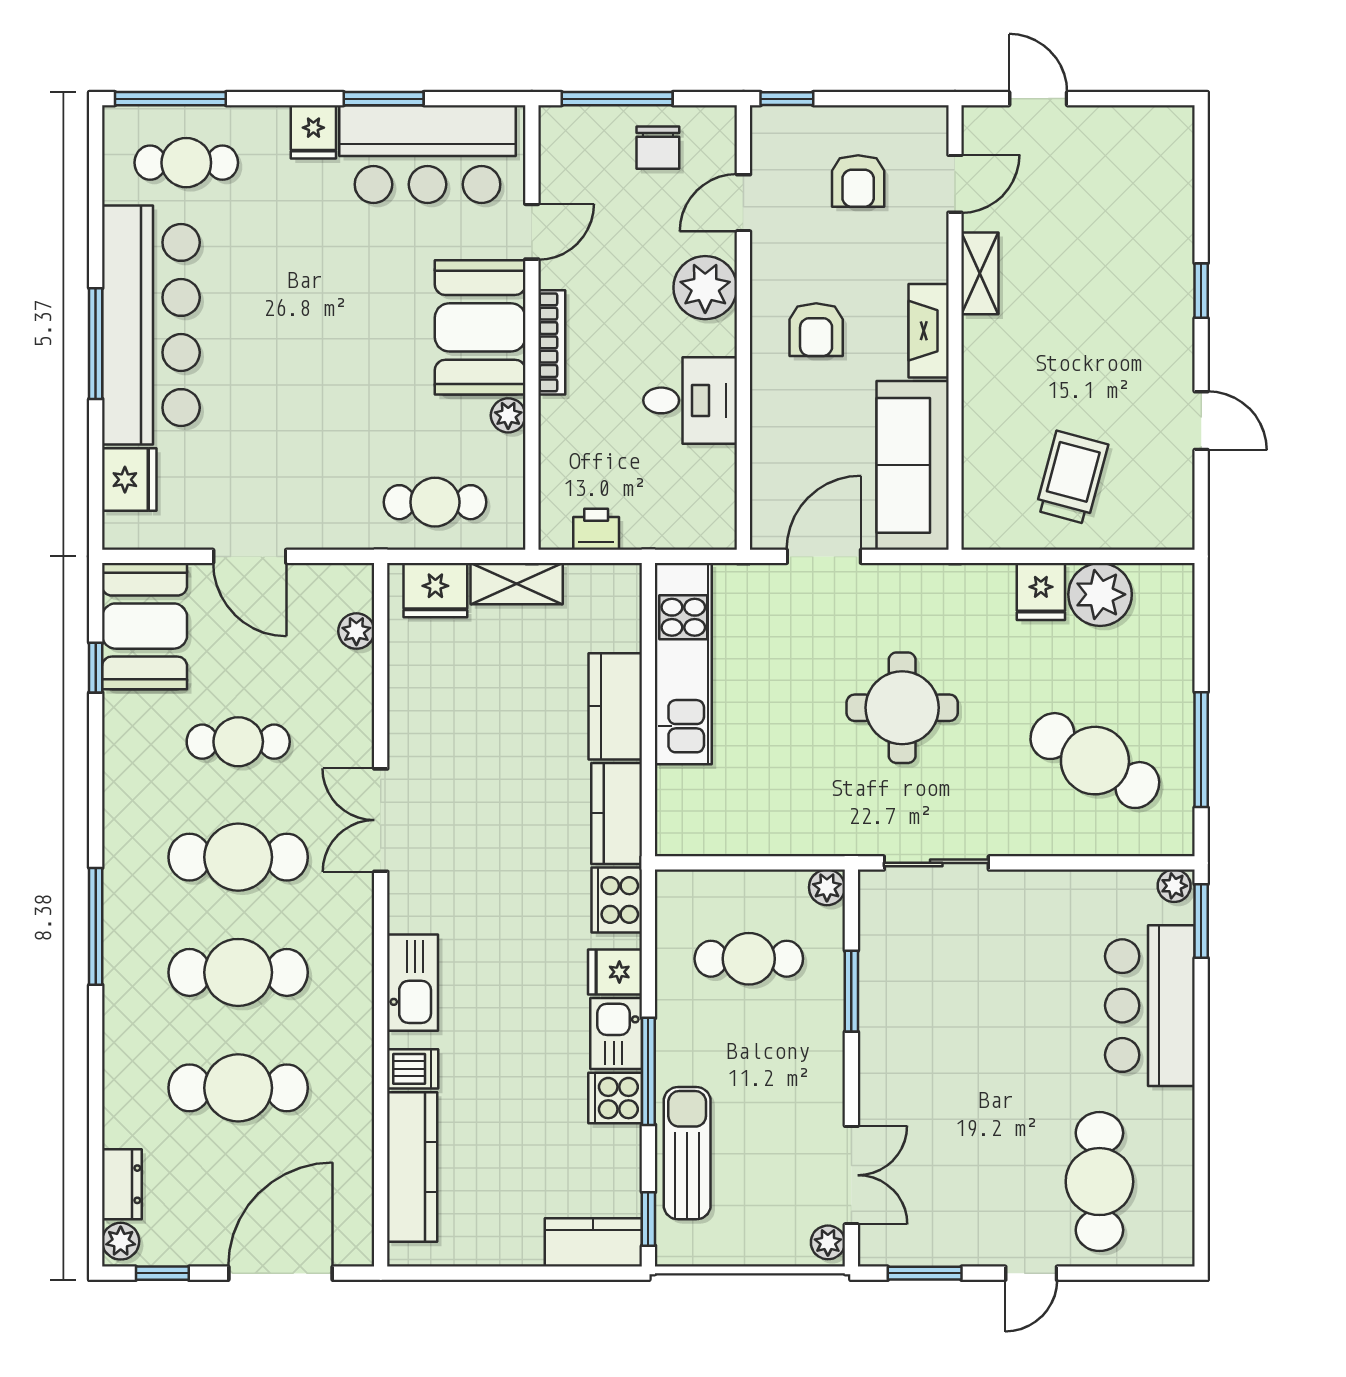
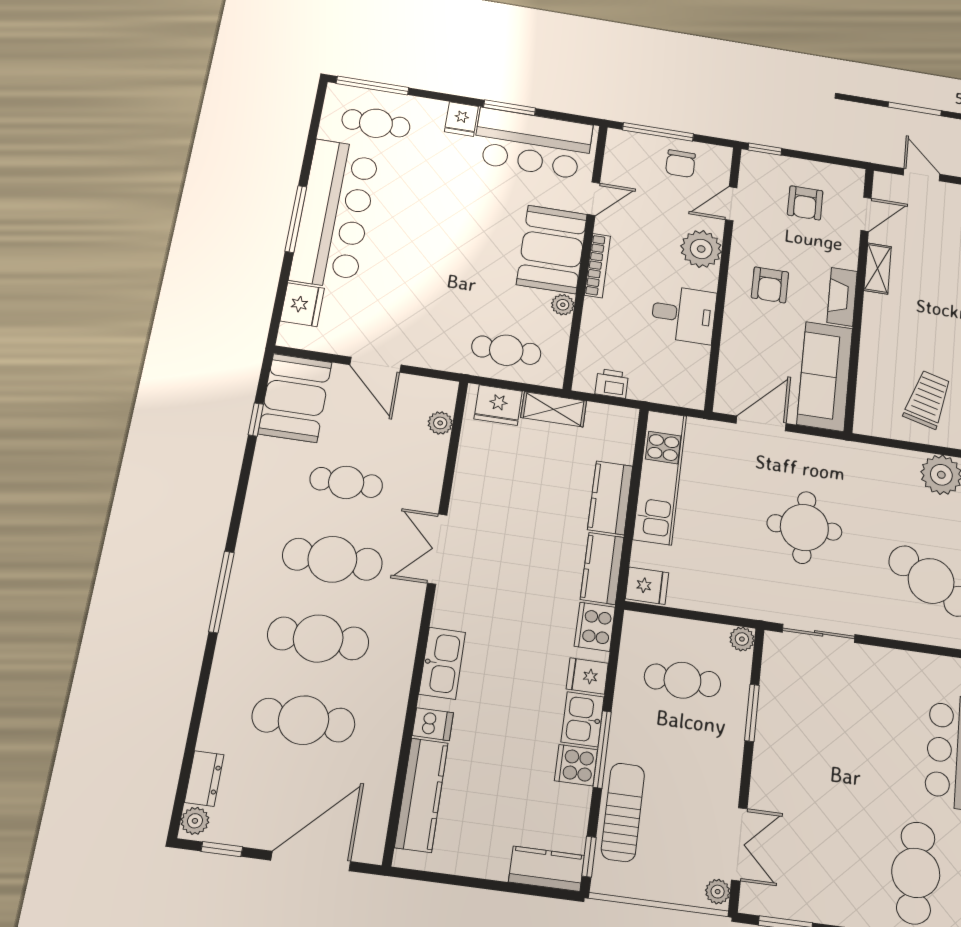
fridge: (1041, 591) -> (647, 586), moved, turned -90

